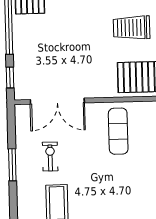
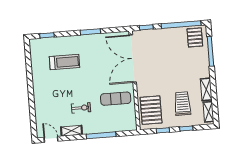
double door: (57, 101) -> (133, 59), width x1.36
exercise bike: (50, 156) -> (81, 108), moved

